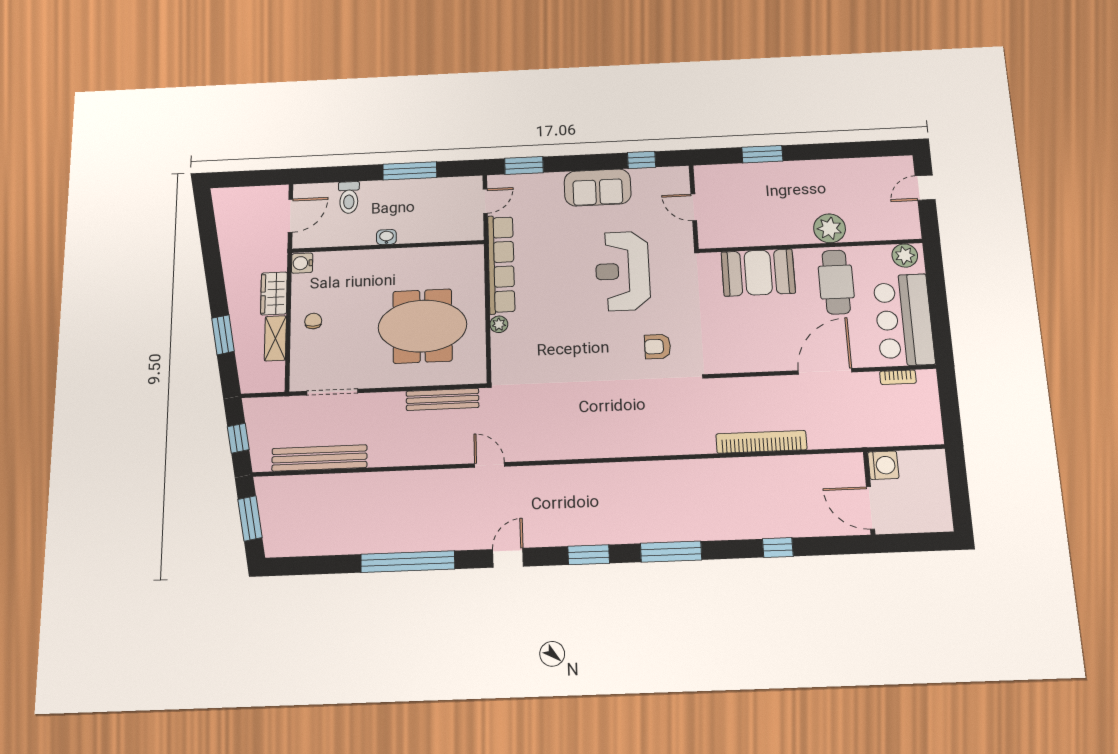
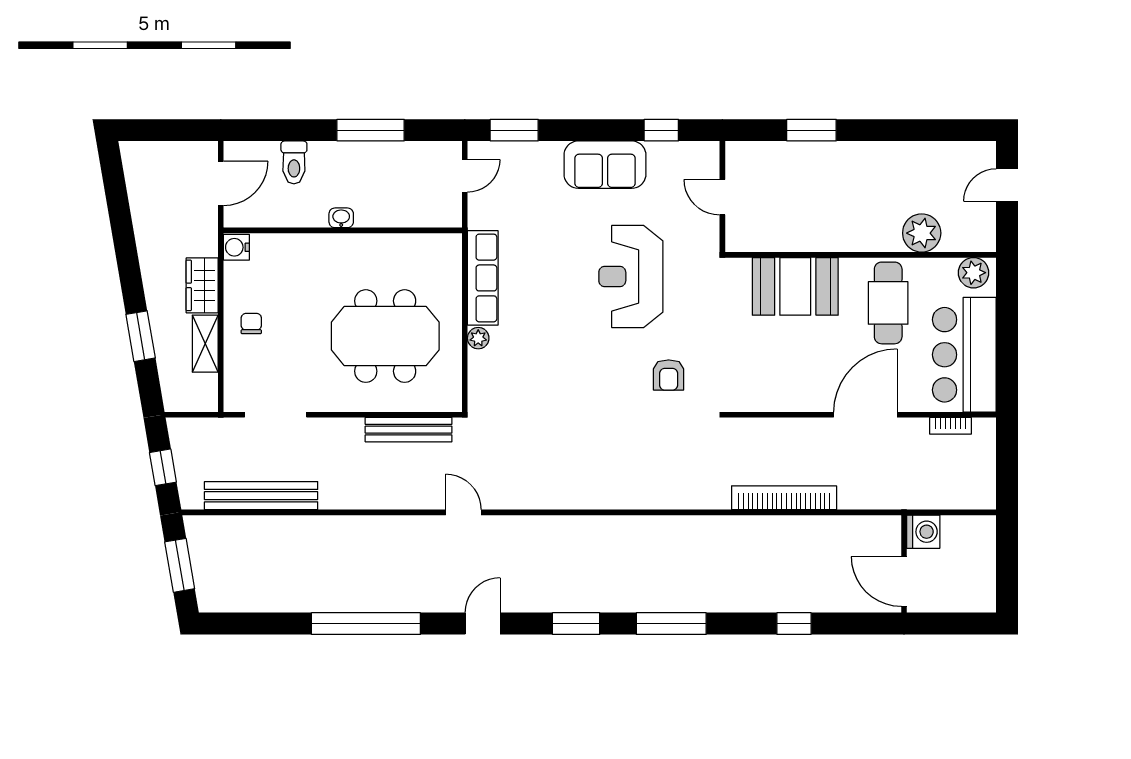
plant: (830, 228) -> (922, 233), moved
row of seats: (501, 264) -> (483, 278), width x0.73
armchair: (658, 347) -> (669, 375), turned -90

